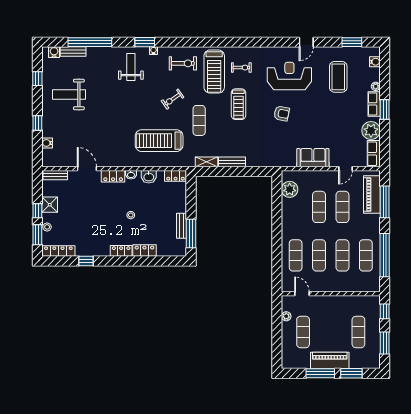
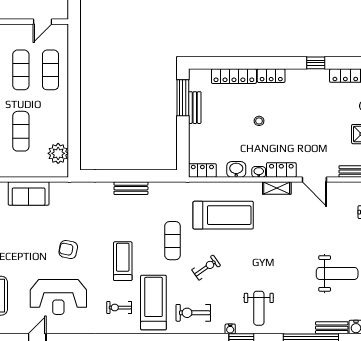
shelving: (207, 162) -> (277, 188), moved
locker: (144, 251) -> (234, 76), width x1.53
door: (302, 294) -> (42, 22), hinge flipped

